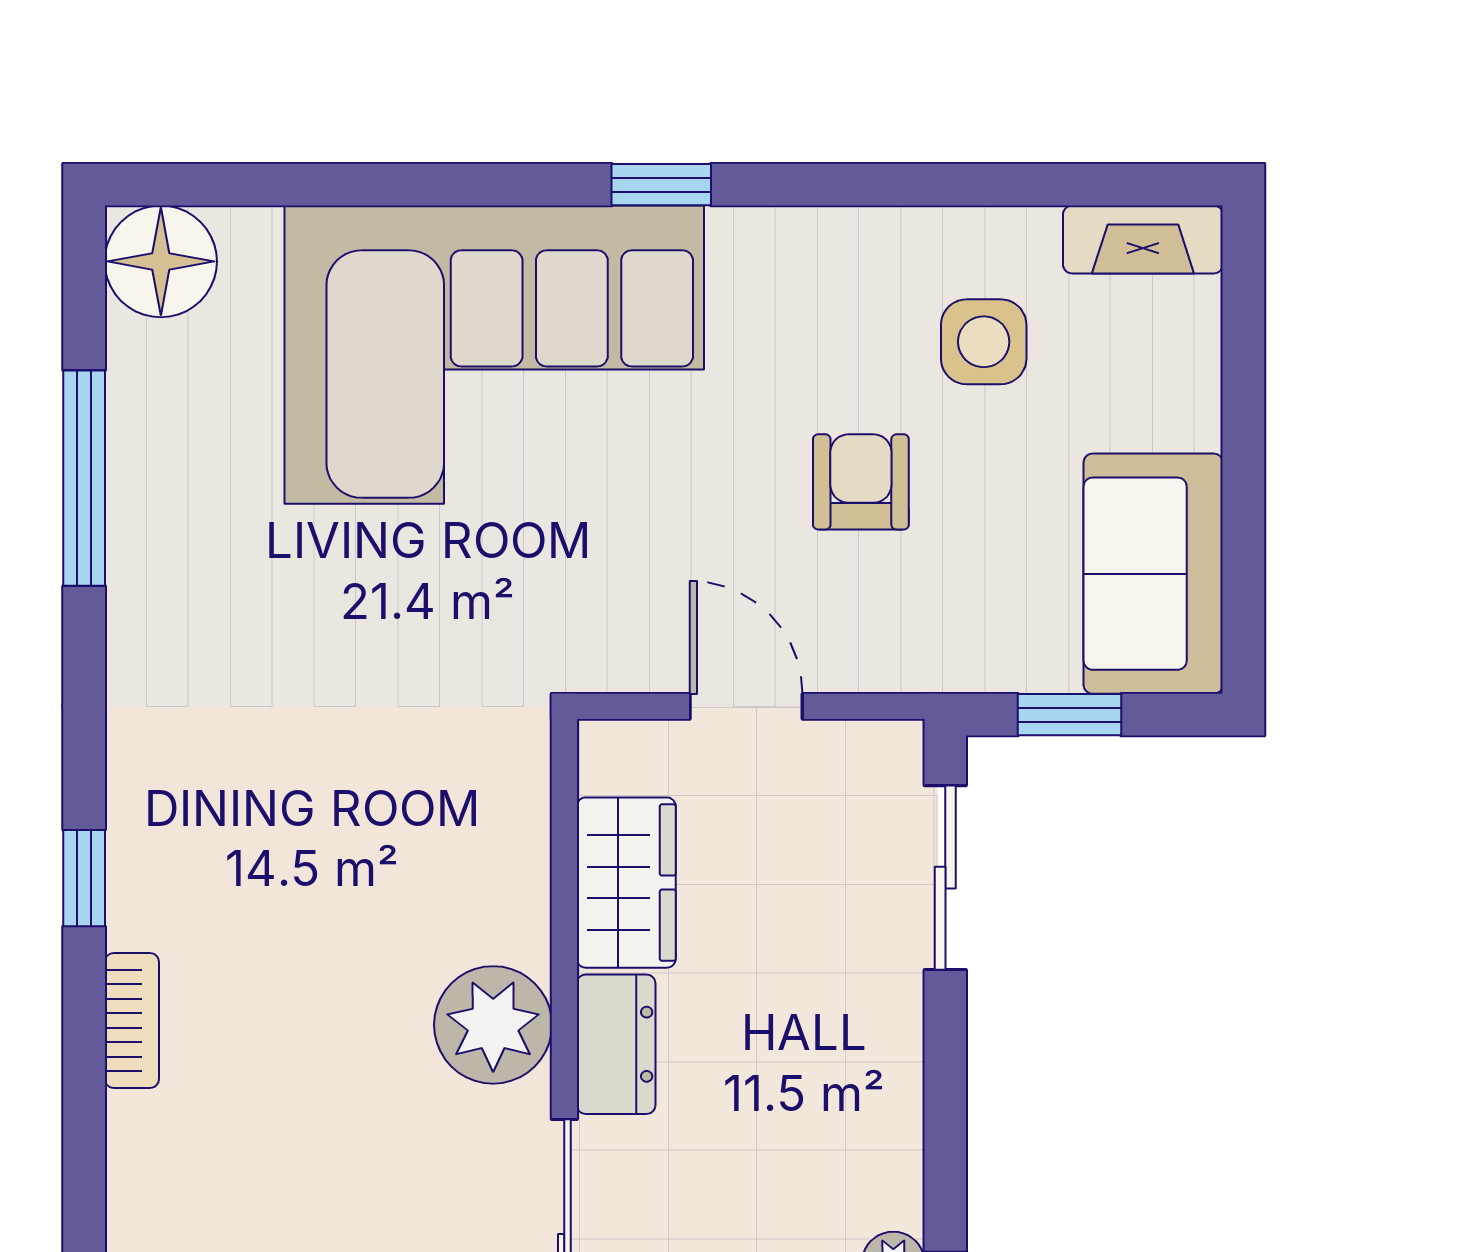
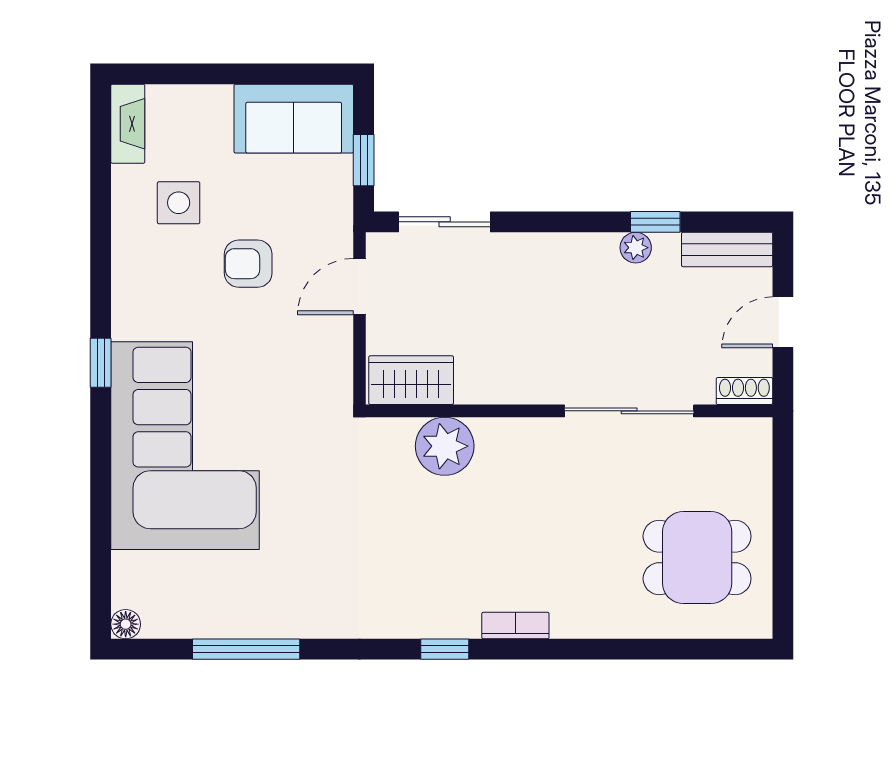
floor lamp: (161, 261) -> (126, 624), width x0.53, depth x0.53
door: (746, 706) -> (360, 287), moved
wardrobe: (626, 883) -> (411, 380), moved
plant: (493, 1025) -> (445, 446), moved
dresser: (616, 1044) -> (527, 385), removed

